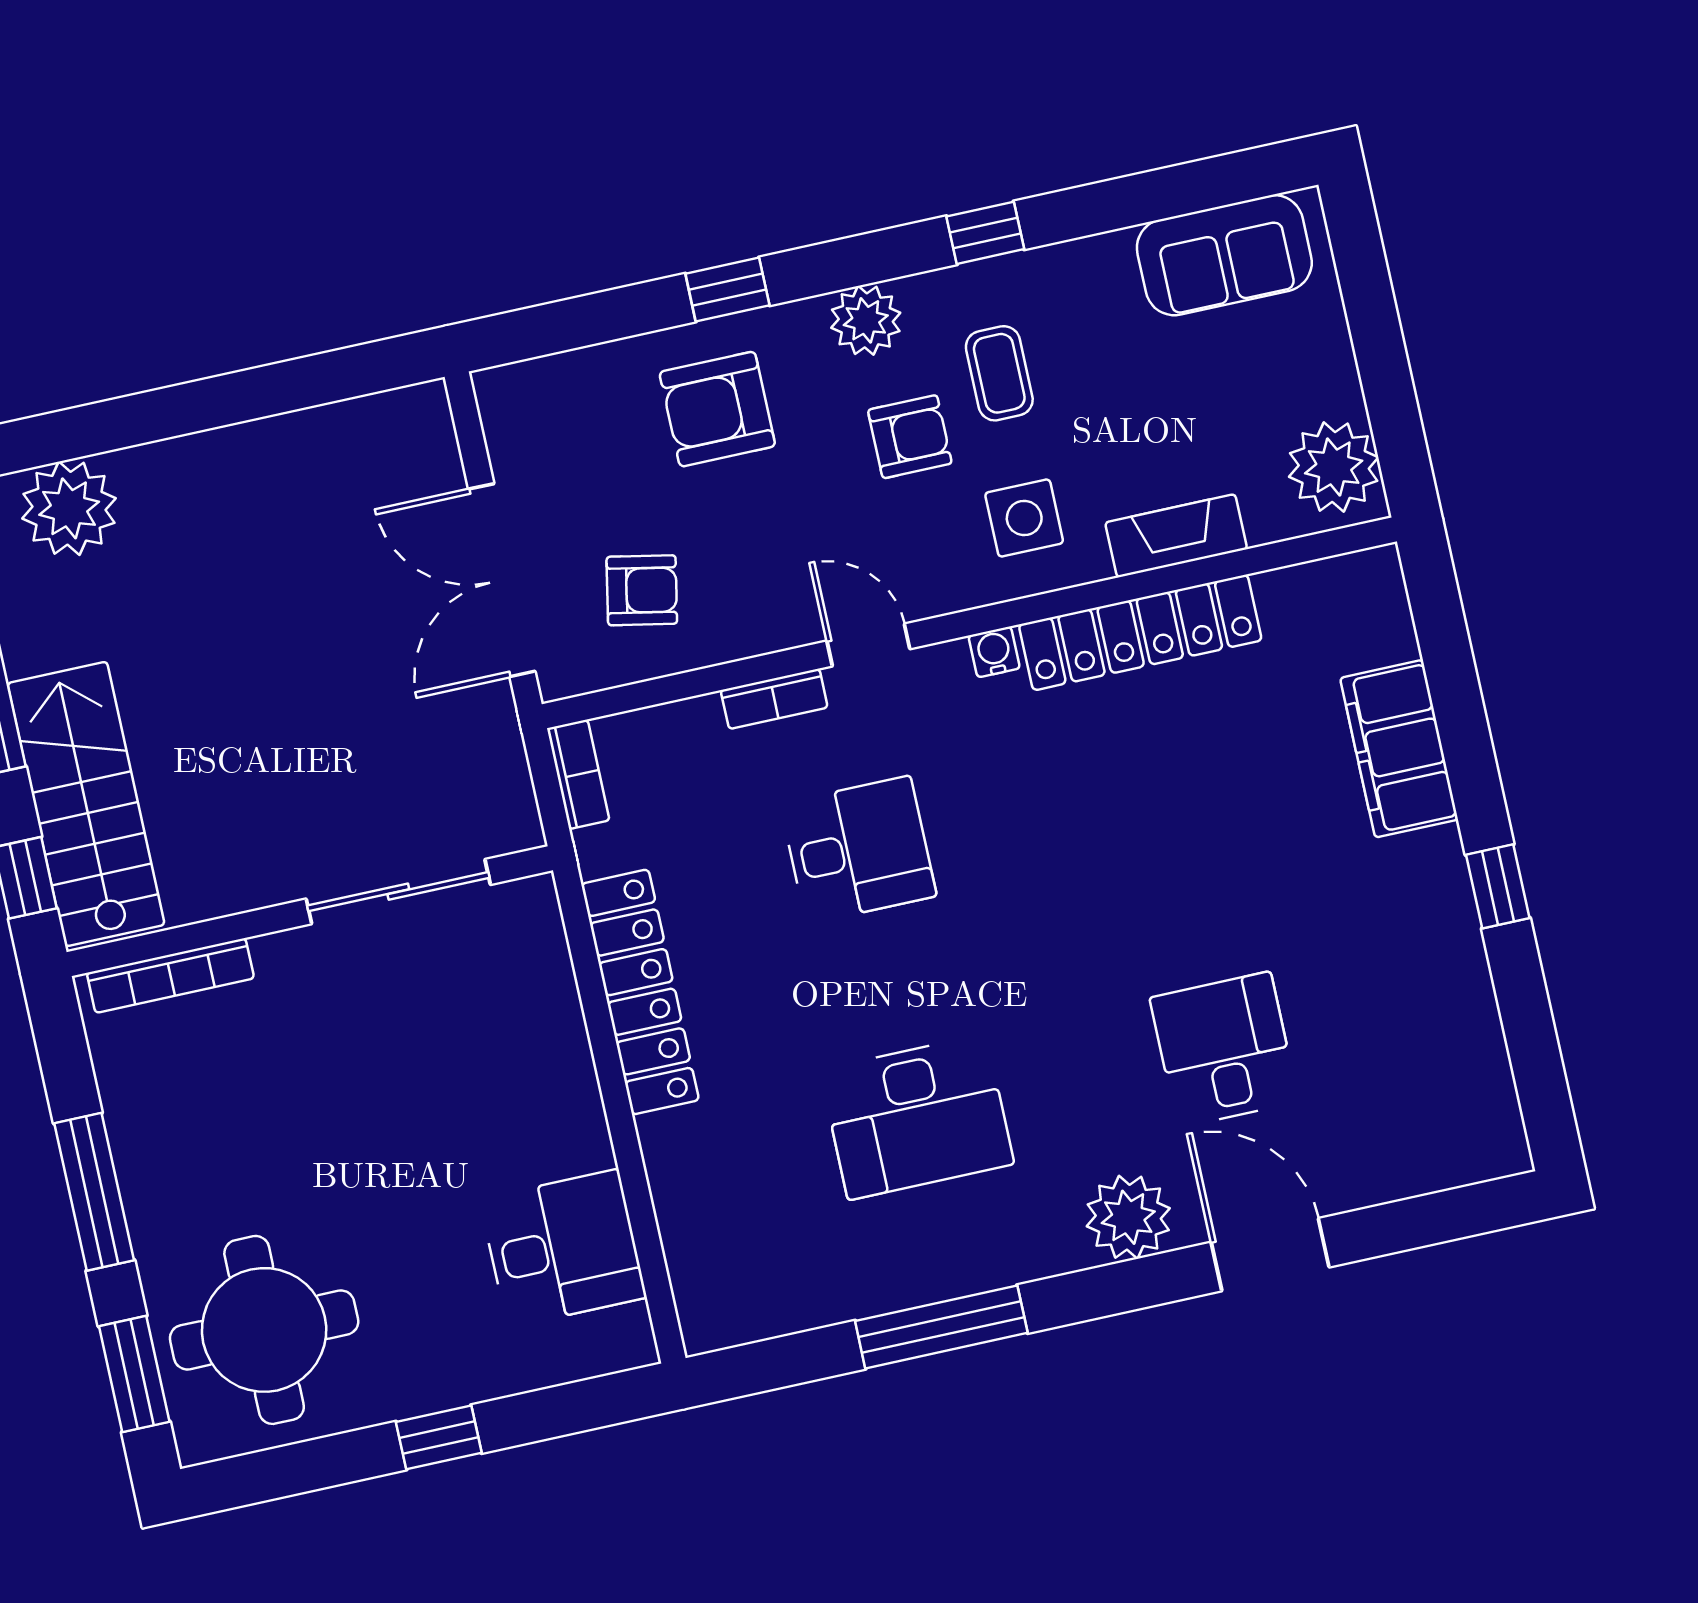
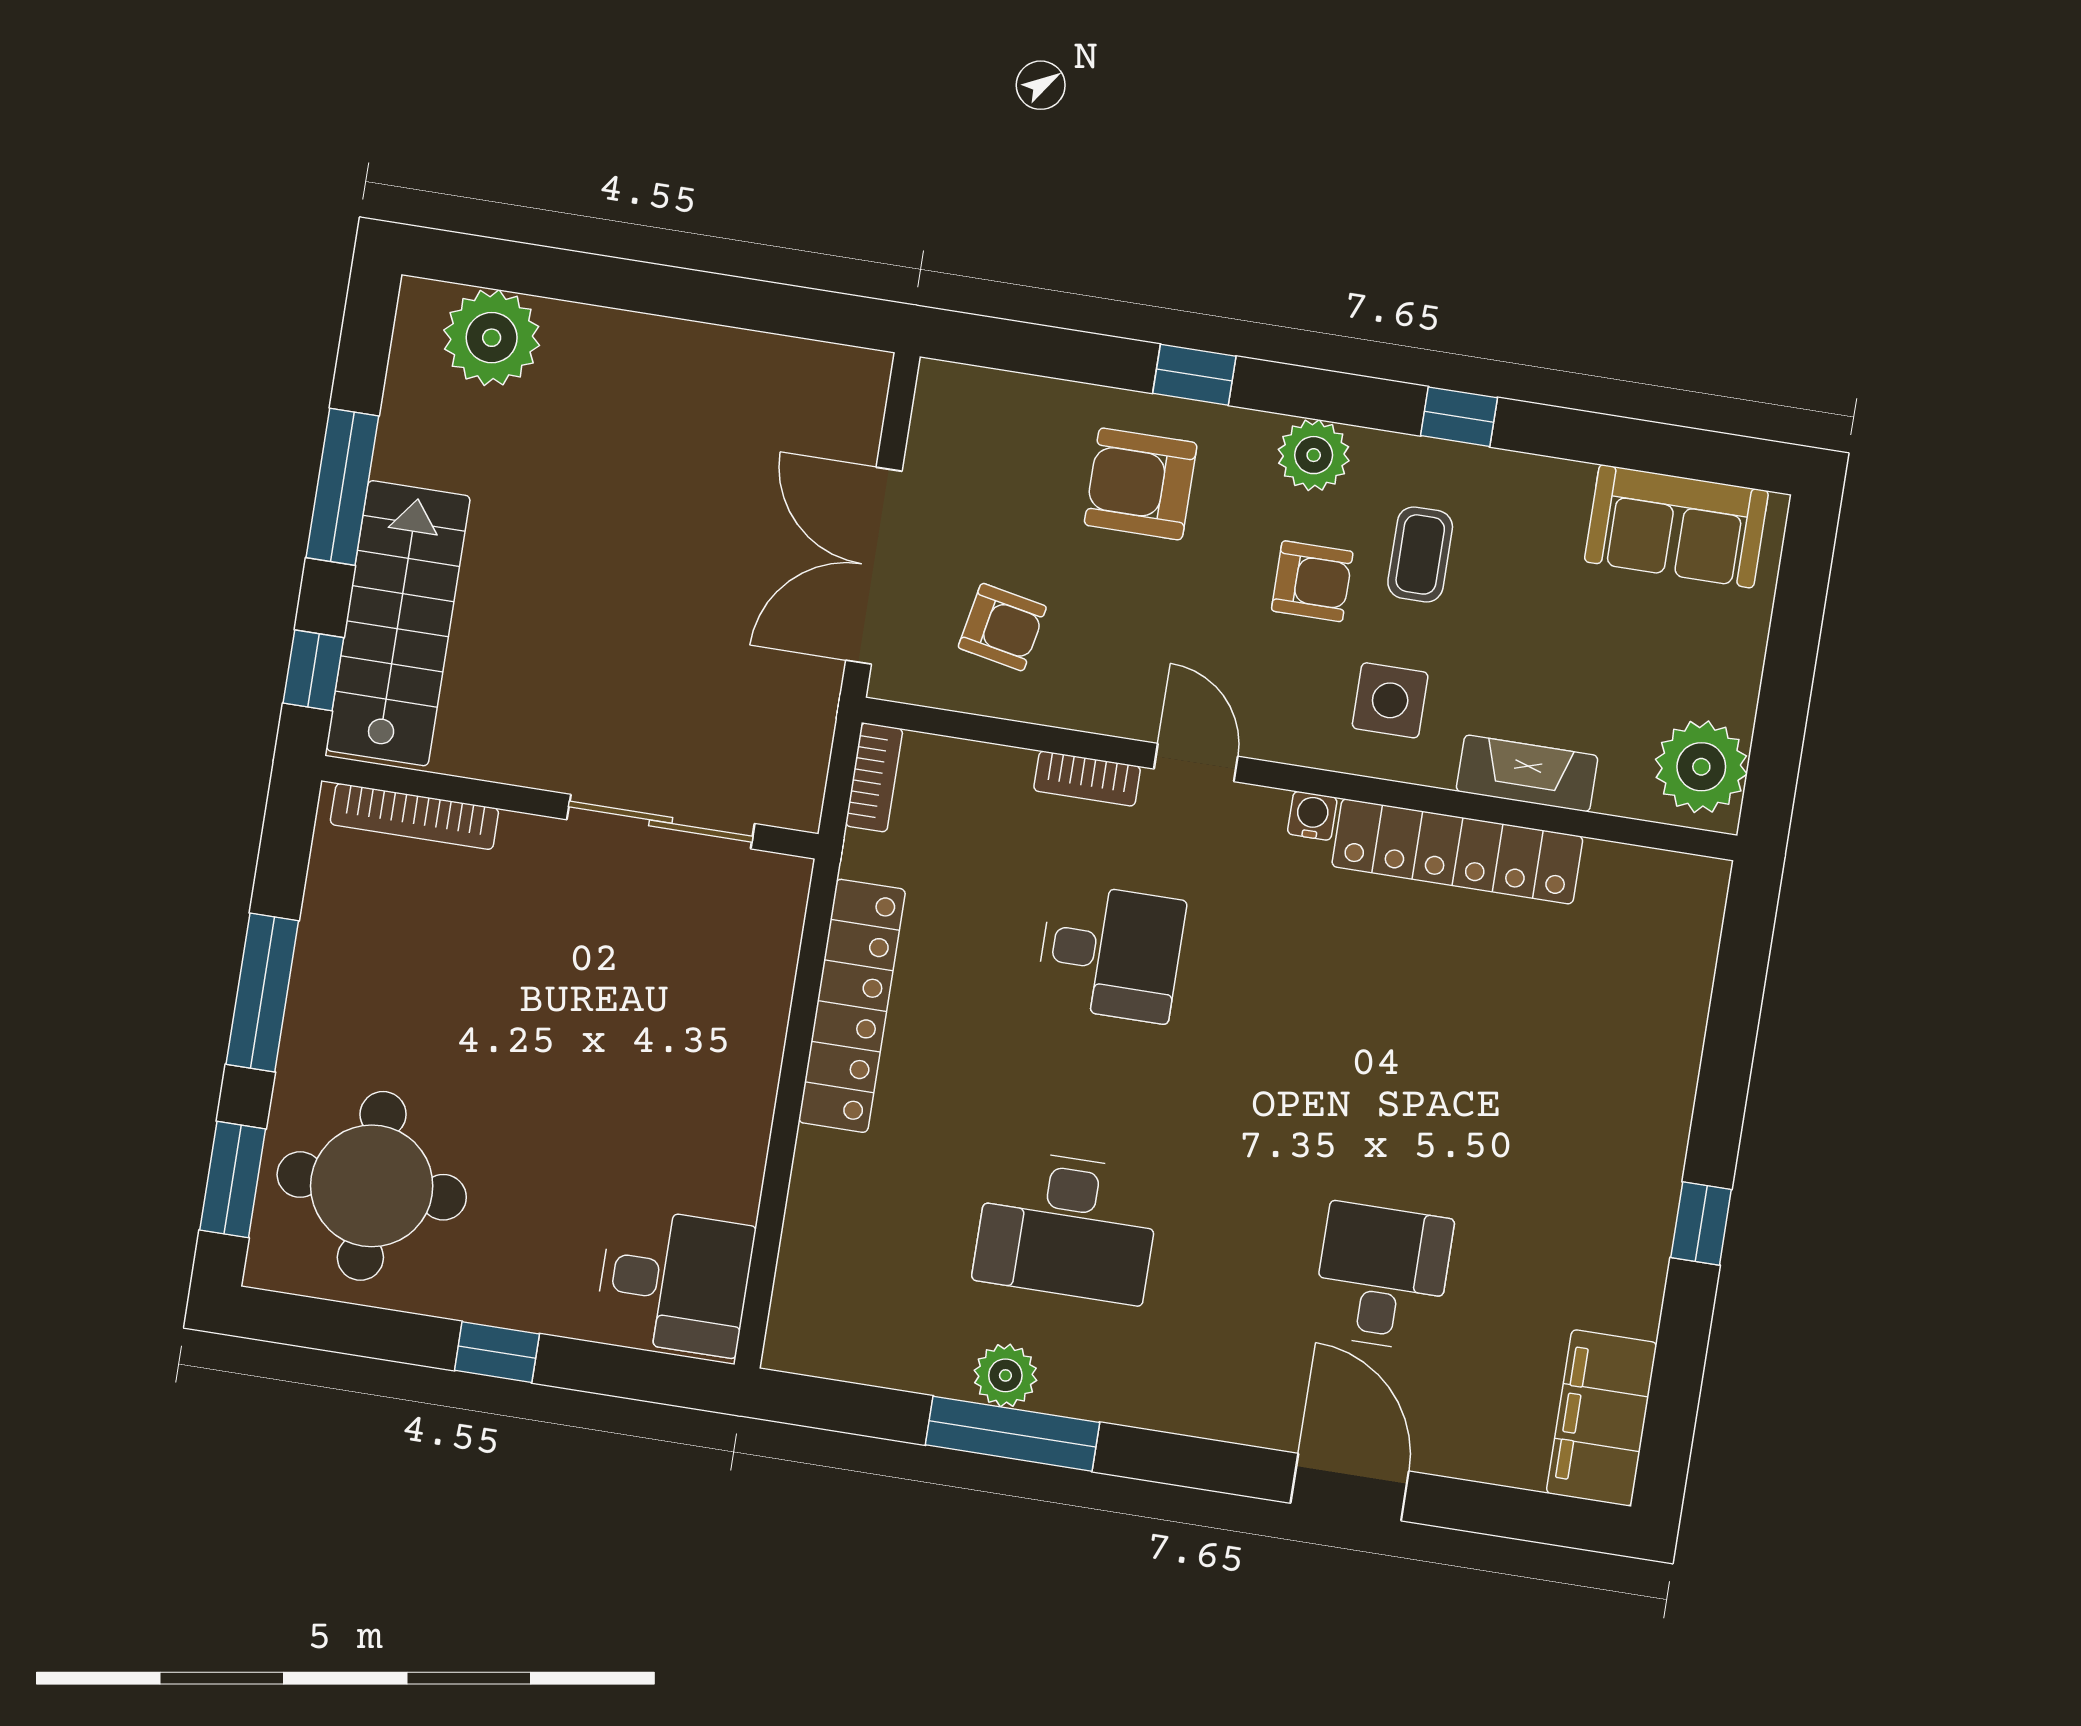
filing cabinet: (1399, 749) -> (1602, 1418), moved
plant: (1128, 1217) -> (1005, 1375), moved, width x0.73, depth x0.73
desk: (563, 1248) -> (674, 1282), moved

